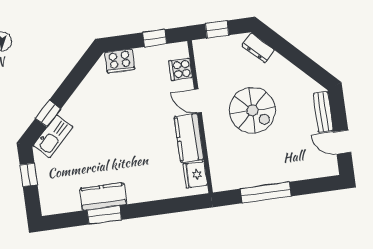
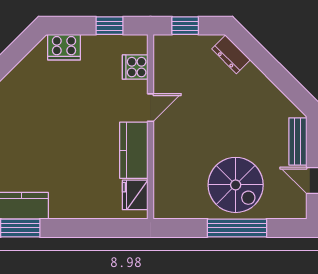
door: (198, 101) -> (151, 108), swing flipped
spiral stairs: (252, 110) -> (236, 185), moved
window: (266, 193) -> (237, 228), moved

